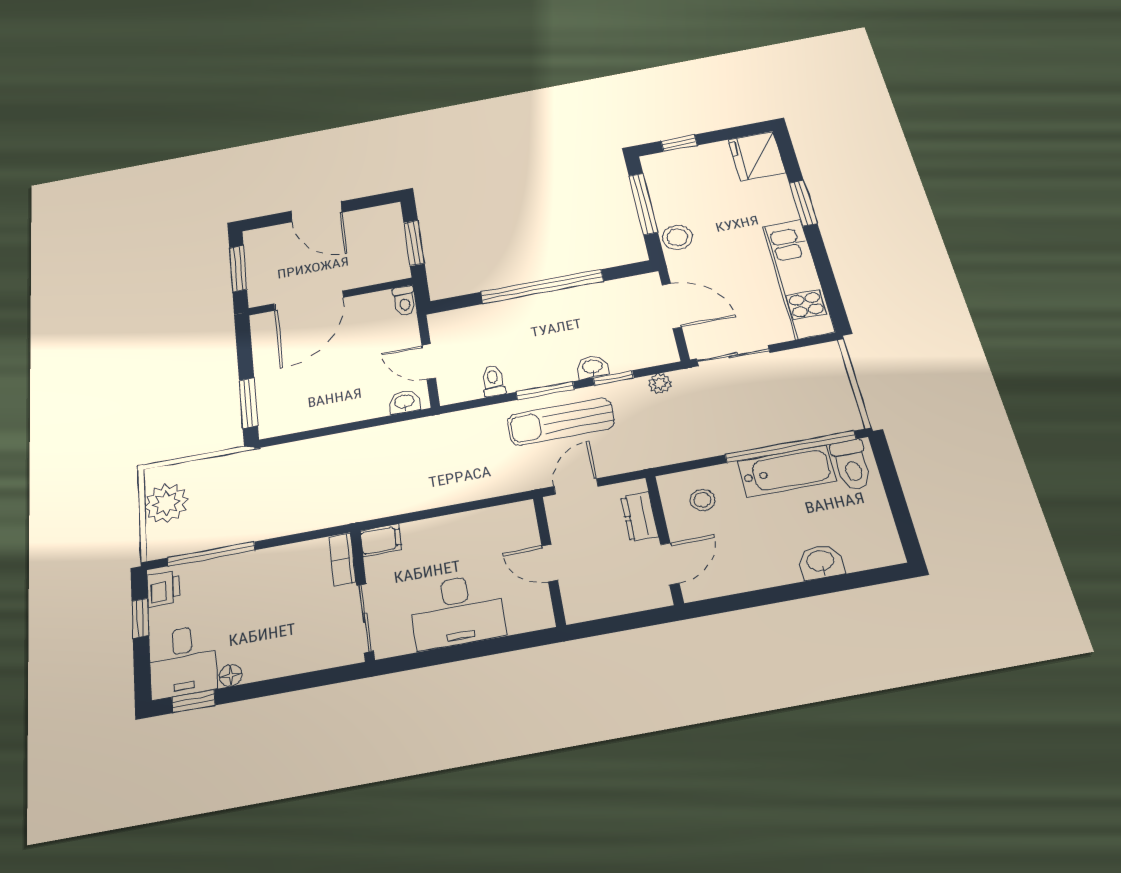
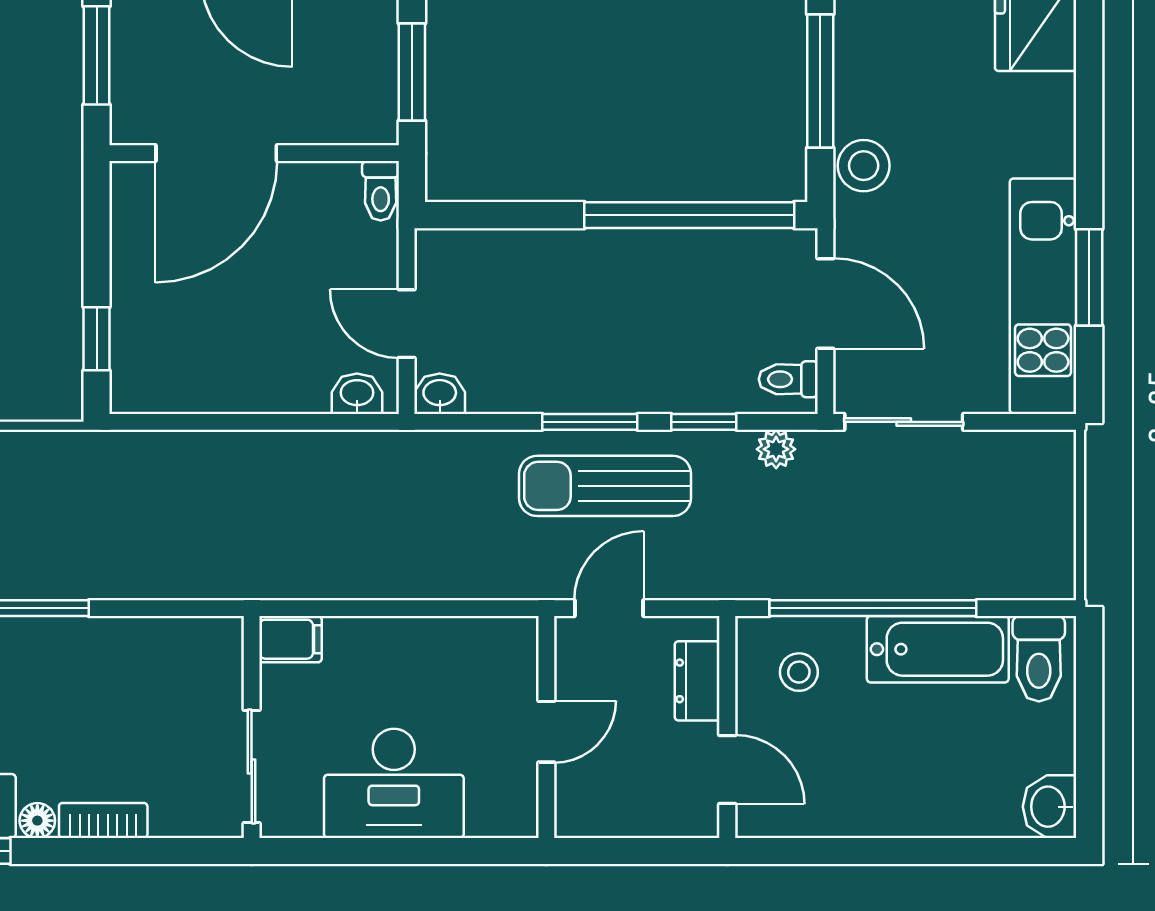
window: (803, 203) -> (1089, 277), moved
window: (542, 287) -> (689, 215), moved
washbasin: (592, 367) -> (440, 394), moved
toilet: (493, 381) -> (788, 379), moved, turned -90
window: (248, 403) -> (97, 339), width x0.67
window: (791, 447) -> (873, 608), moved
bookcase: (342, 559) -> (103, 820), moved, turned 90
washbasin: (821, 562) -> (1050, 807), moved, turned -90
door: (550, 563) -> (546, 732), swing flipped
door: (670, 564) -> (727, 769), hinge flipped

